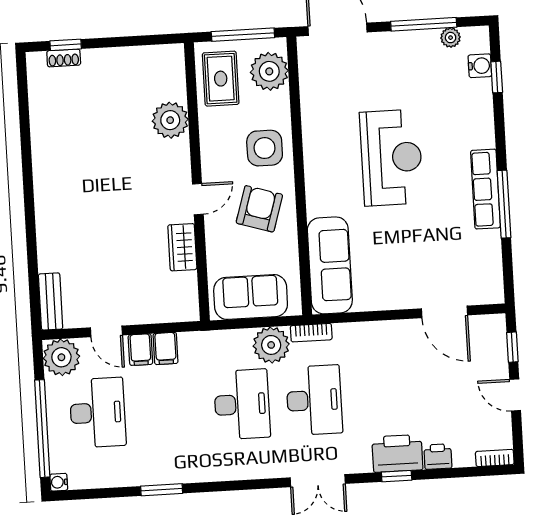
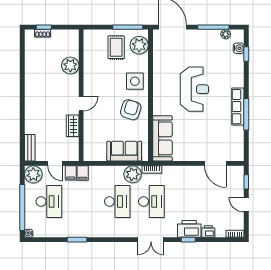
plant: (170, 120) -> (70, 65), moved
wall: (197, 182) -> (81, 95), moved
door: (198, 199) -> (81, 103), moved
wardrobe: (182, 247) -> (73, 126), moved

